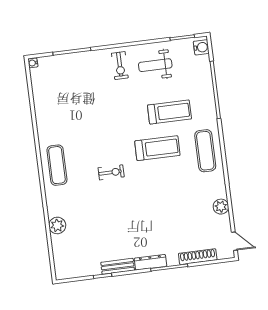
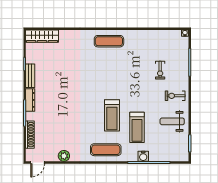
water cooler: (201, 47) -> (143, 156), moved
weight bench: (155, 65) -> (172, 121), turned -90
exercise bike: (111, 172) -> (160, 70), moved
plant: (57, 225) -> (65, 36), removed
wardrobe: (62, 257) -> (42, 36), added

